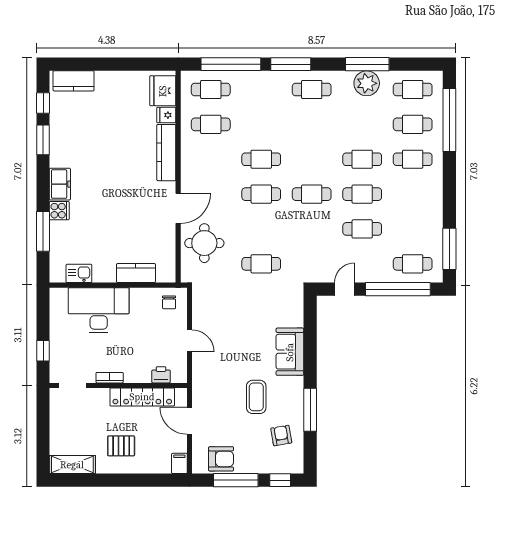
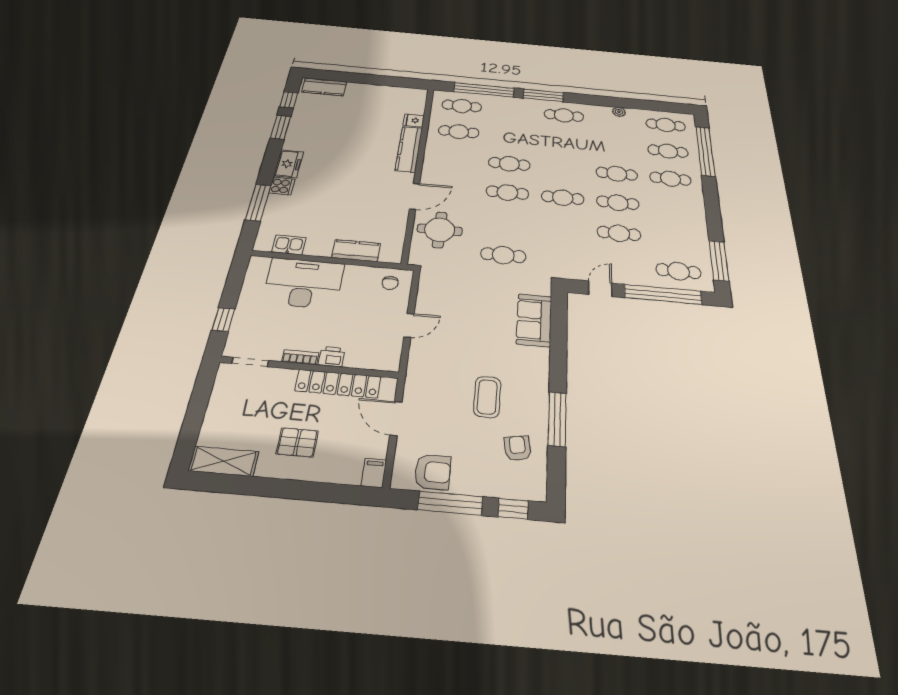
window: (367, 64) -> (619, 102), removed
plant: (367, 83) -> (619, 112), width x0.53, depth x0.53
fridge: (163, 91) -> (413, 102), removed
door: (190, 341) -> (409, 325), hinge flipped
sofa: (290, 352) -> (534, 320), moved
printer: (161, 375) -> (332, 357), moved

